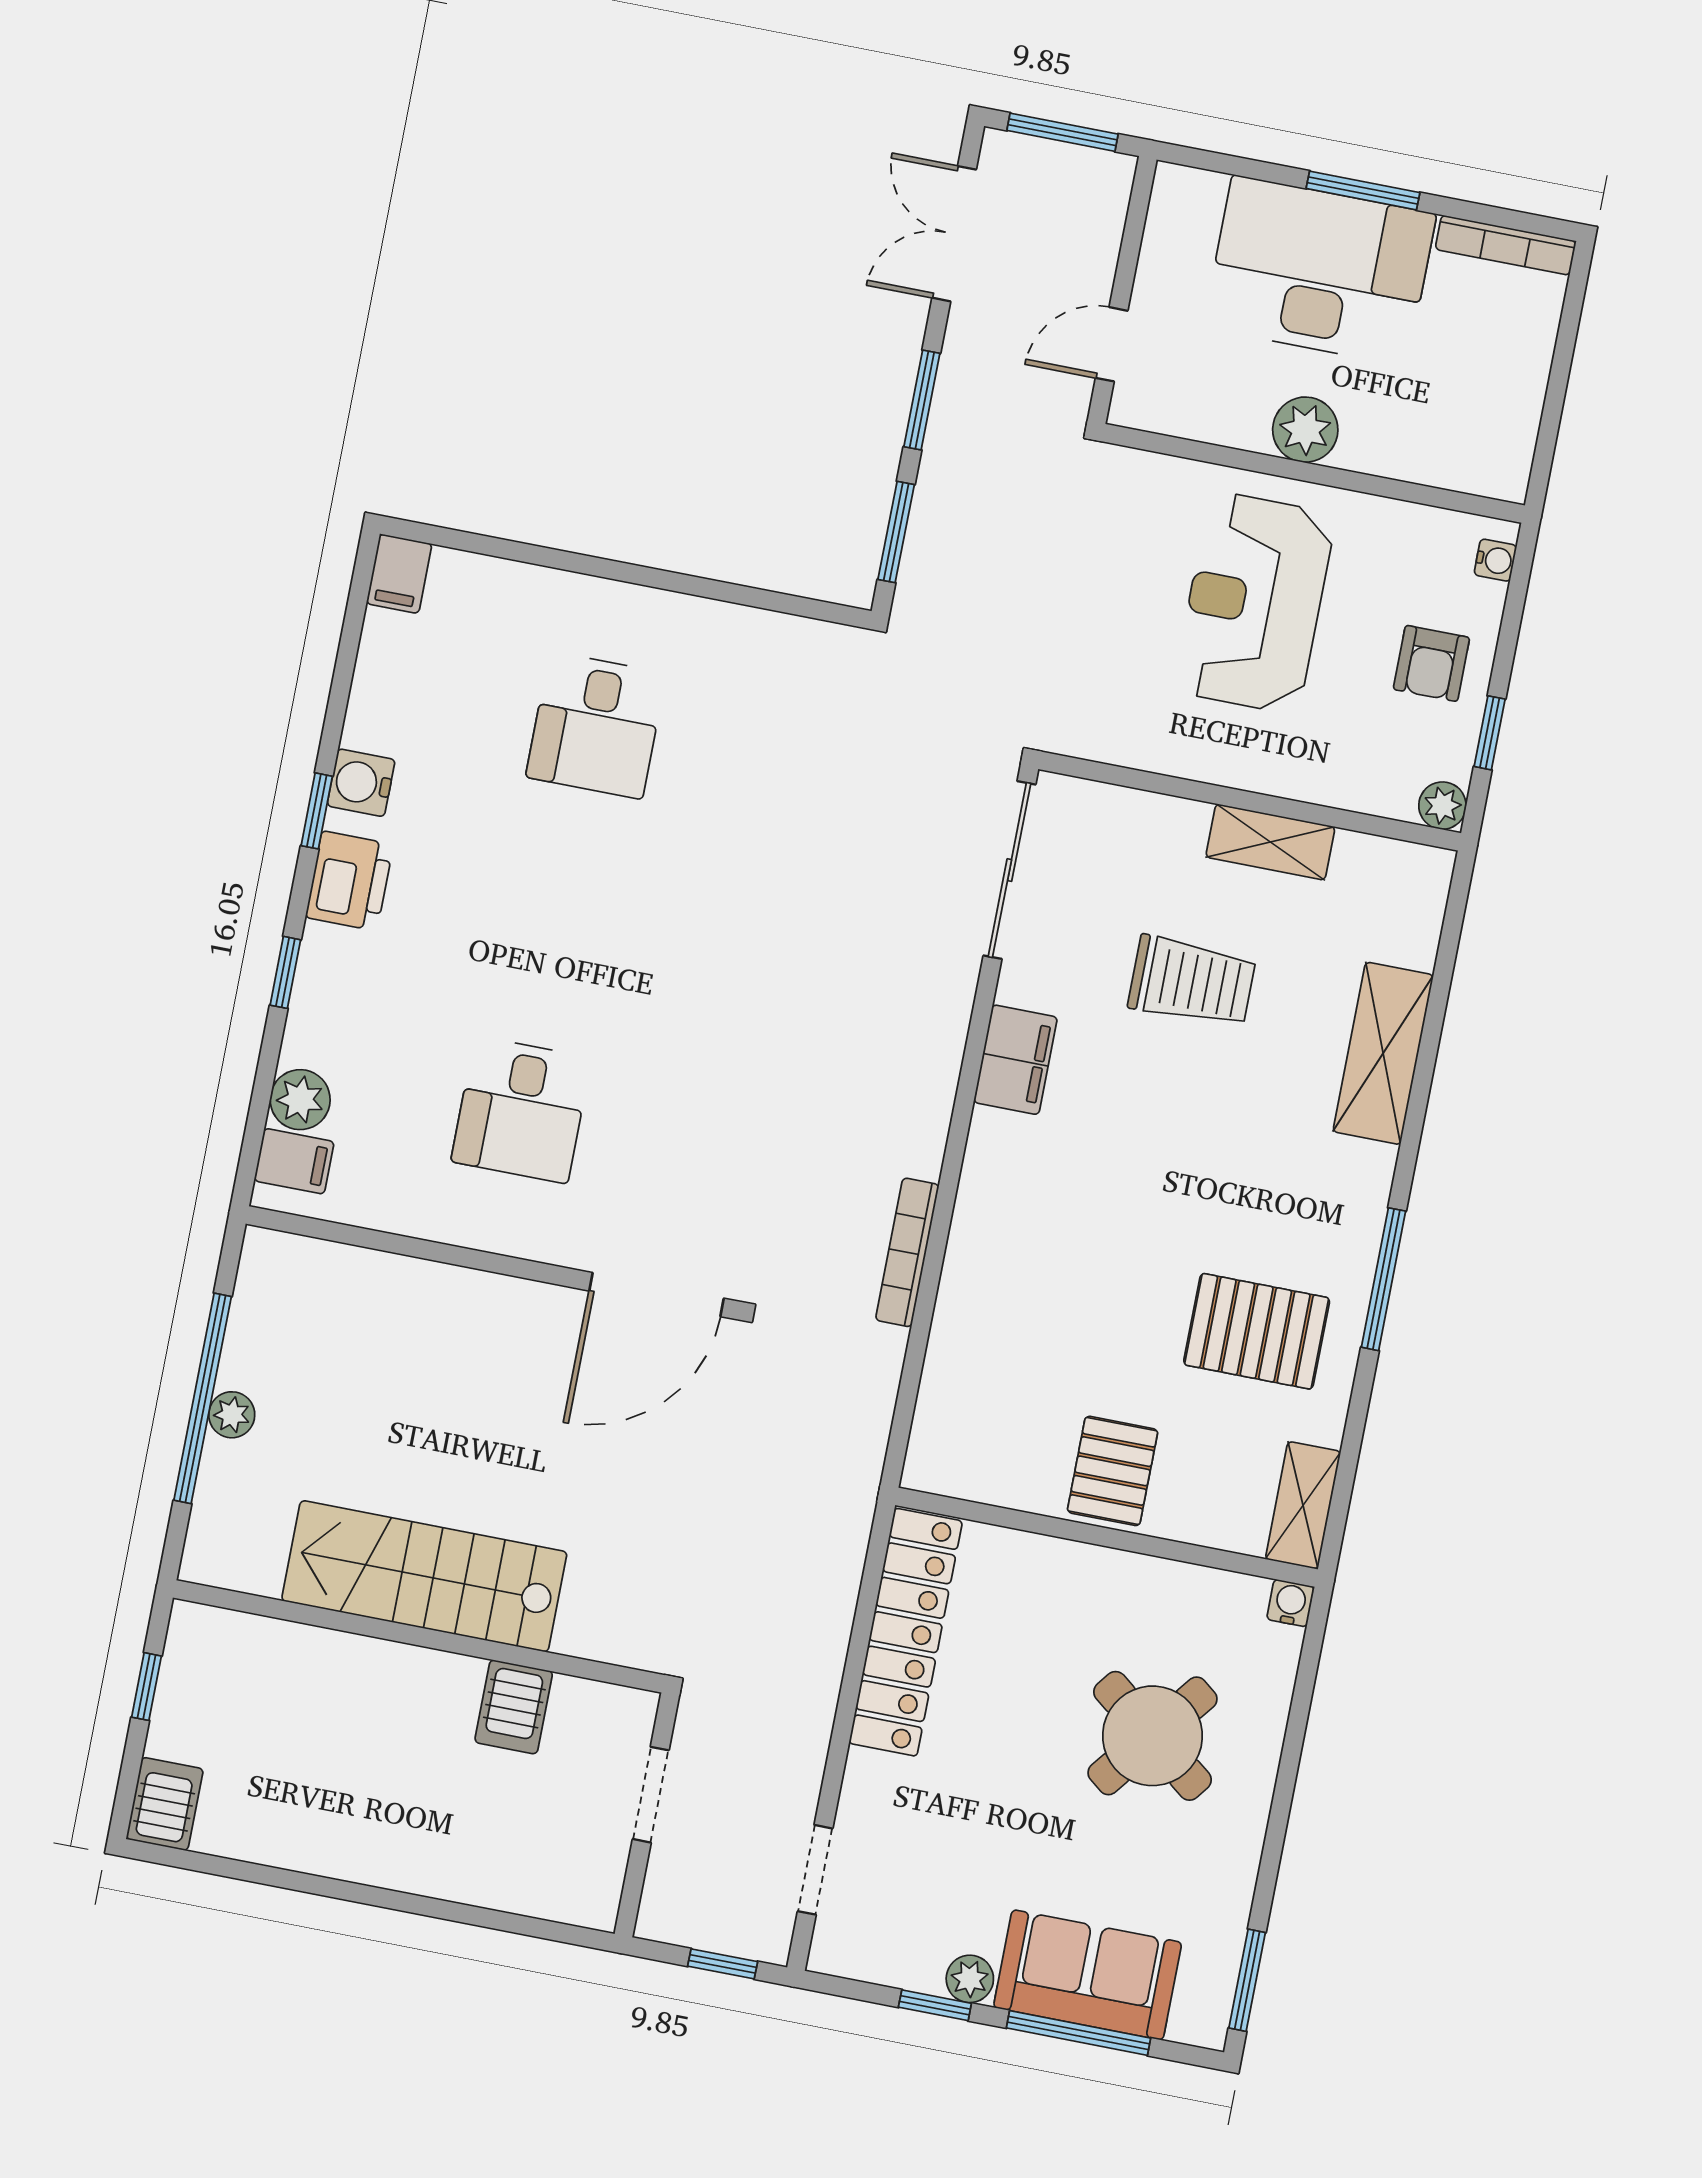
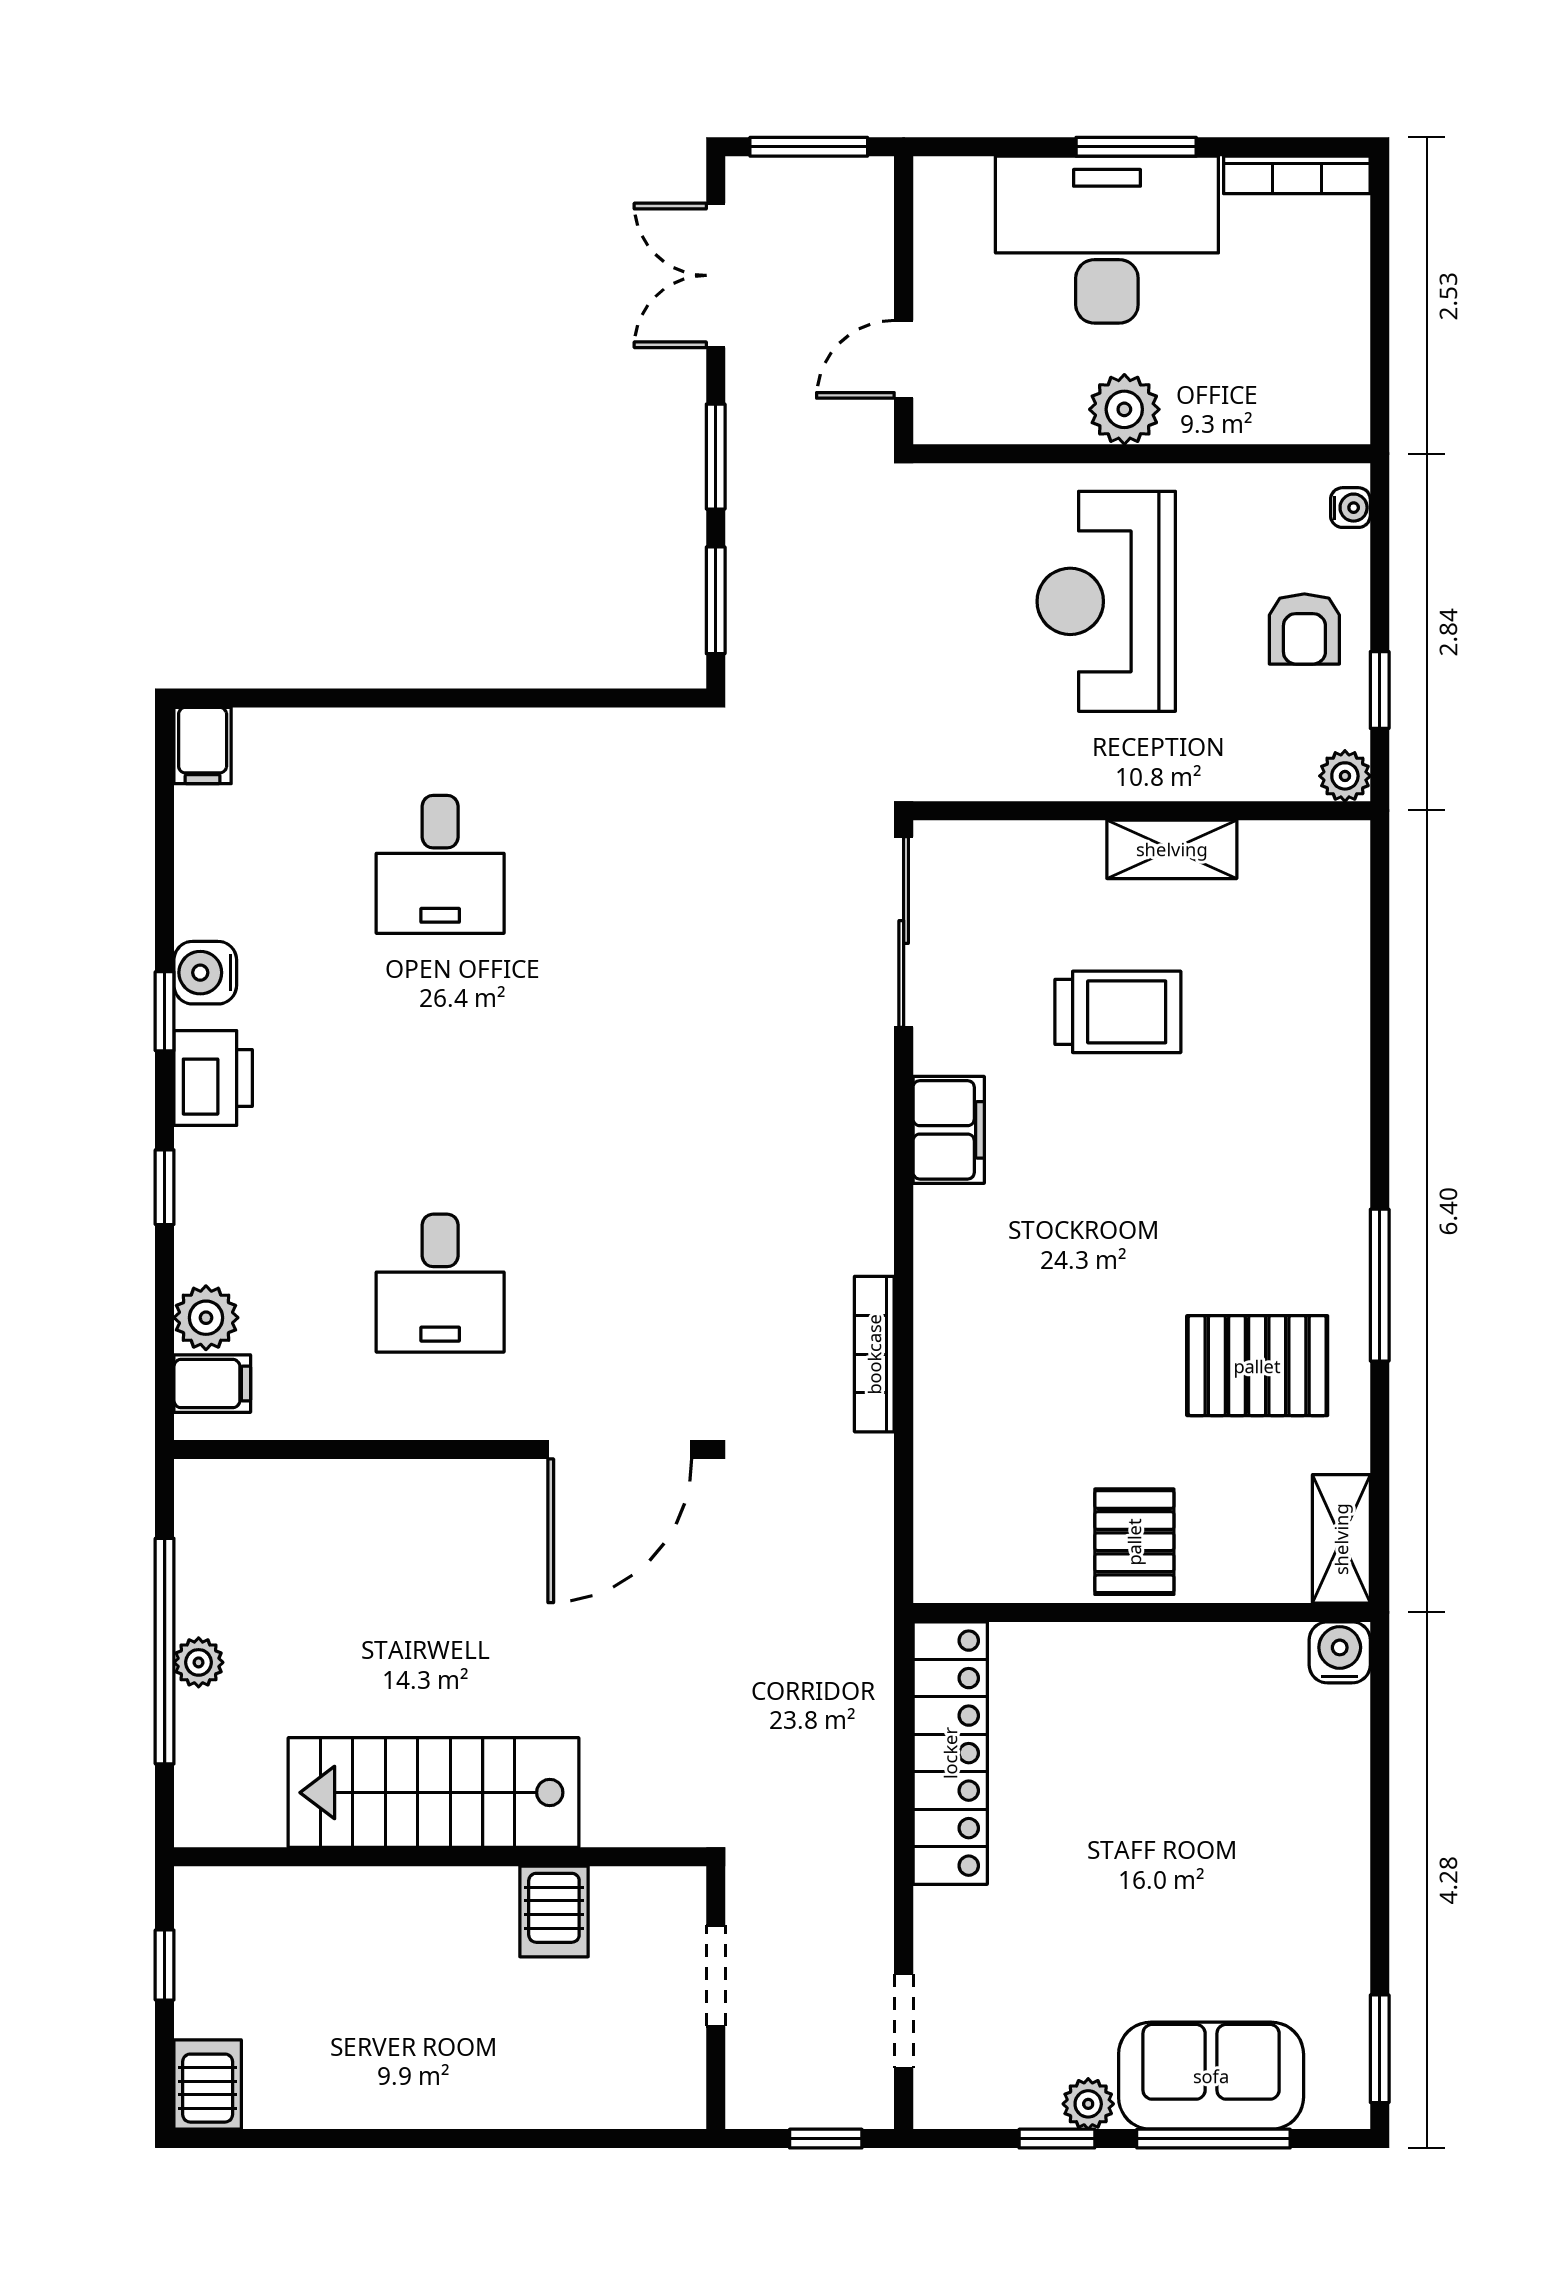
shelving: (1383, 1053) -> (1333, 1048), removed
water cooler: (1291, 1603) -> (1340, 1652), width x1.38, depth x1.38
round table: (1153, 1736) -> (1230, 1812), removed

